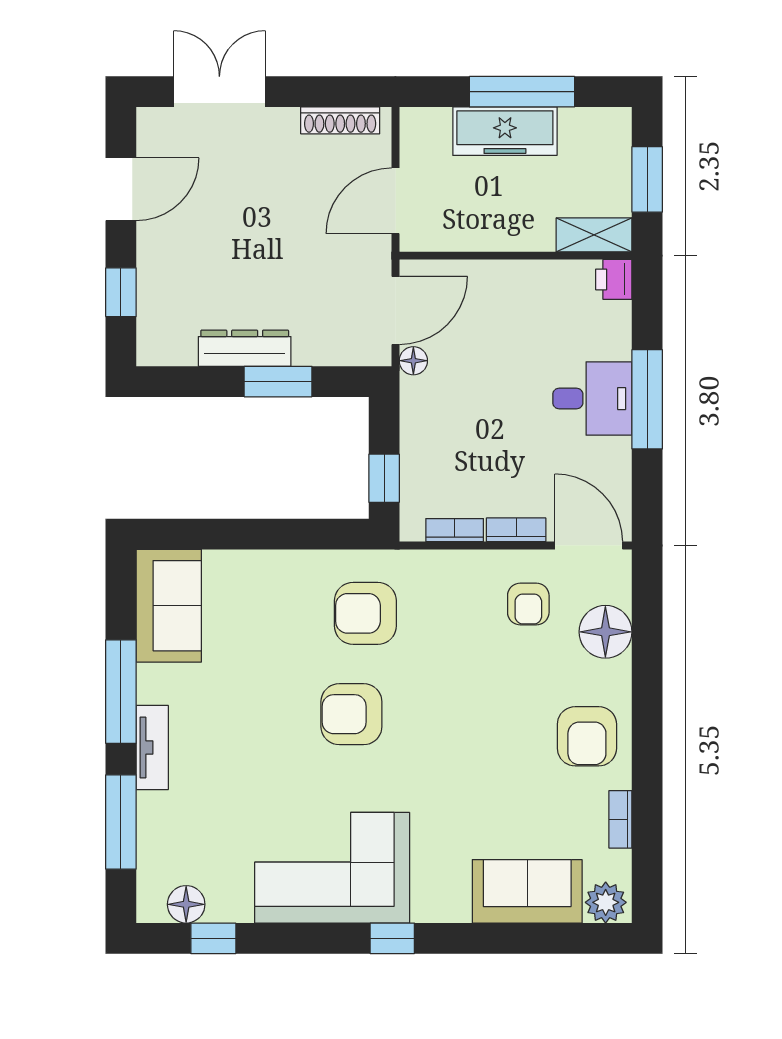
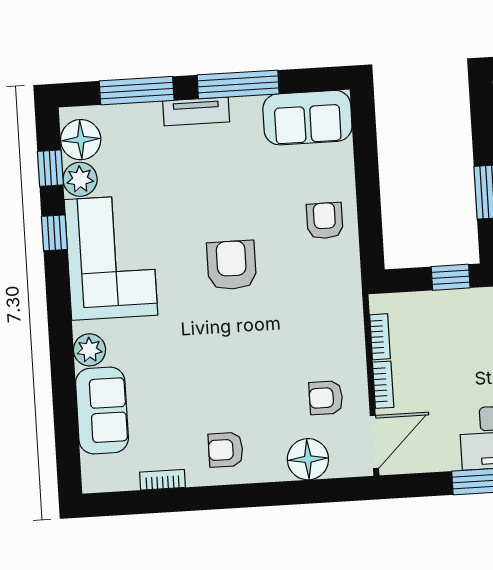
window: (384, 478) -> (451, 277), moved
armchair: (365, 613) -> (325, 221), moved, width x0.72, depth x0.72
armchair: (587, 736) -> (226, 450), width x0.72, depth x0.72
plant: (230, 901) -> (80, 179), added
plant: (606, 902) -> (90, 350), moved
floor lamp: (186, 904) -> (81, 140), width x1.38, depth x1.38
window: (392, 938) -> (54, 233), moved

